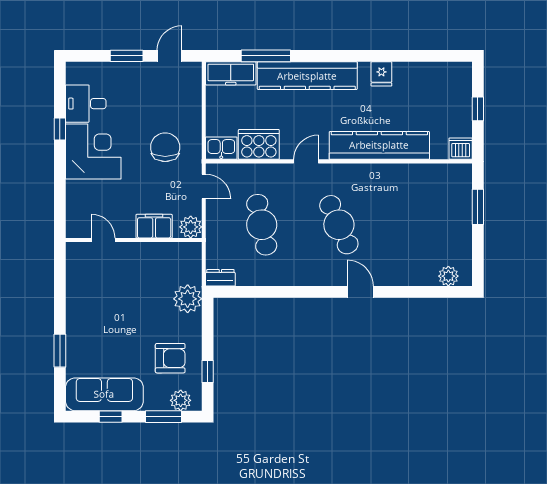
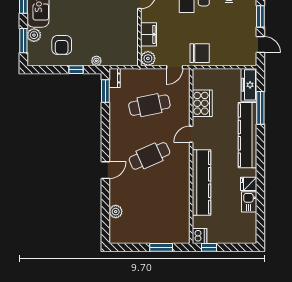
window: (478, 109) -> (209, 247), moved
chair: (165, 147) -> (200, 53), moved
kitchen sink: (221, 148) -> (249, 202), moved, turned 180
door: (306, 161) -> (191, 134), swing flipped
plant: (448, 276) -> (116, 212), moved
window: (240, 292) -> (105, 91), added
plant: (188, 299) -> (96, 61), width x0.53, depth x0.53
window: (208, 371) -> (76, 70), moved
plant: (181, 400) -> (34, 35), moved

